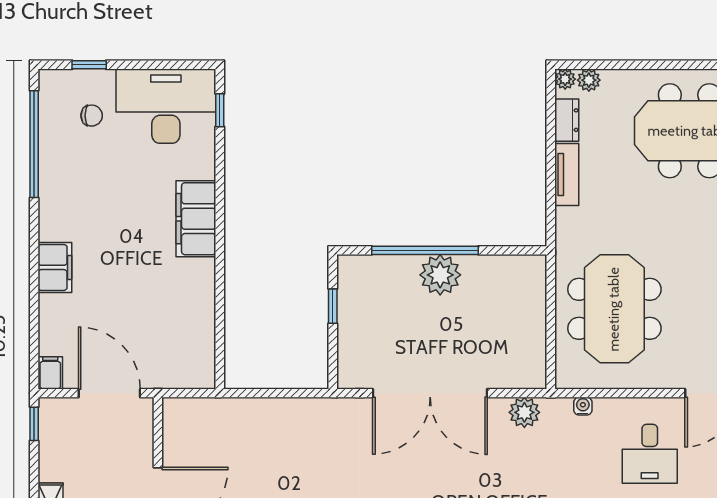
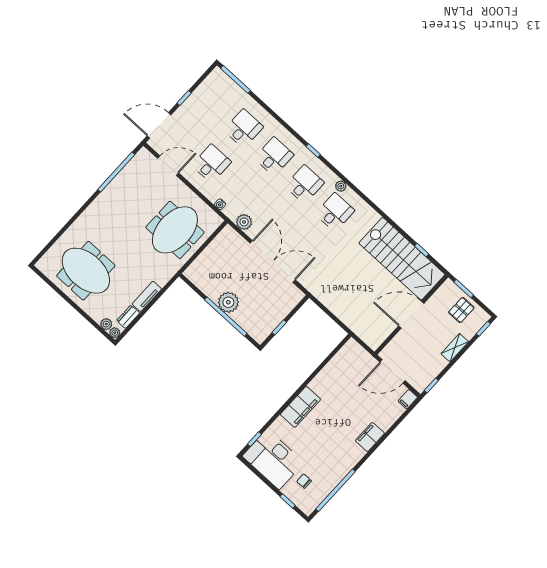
door: (109, 393) -> (393, 371), hinge flipped

